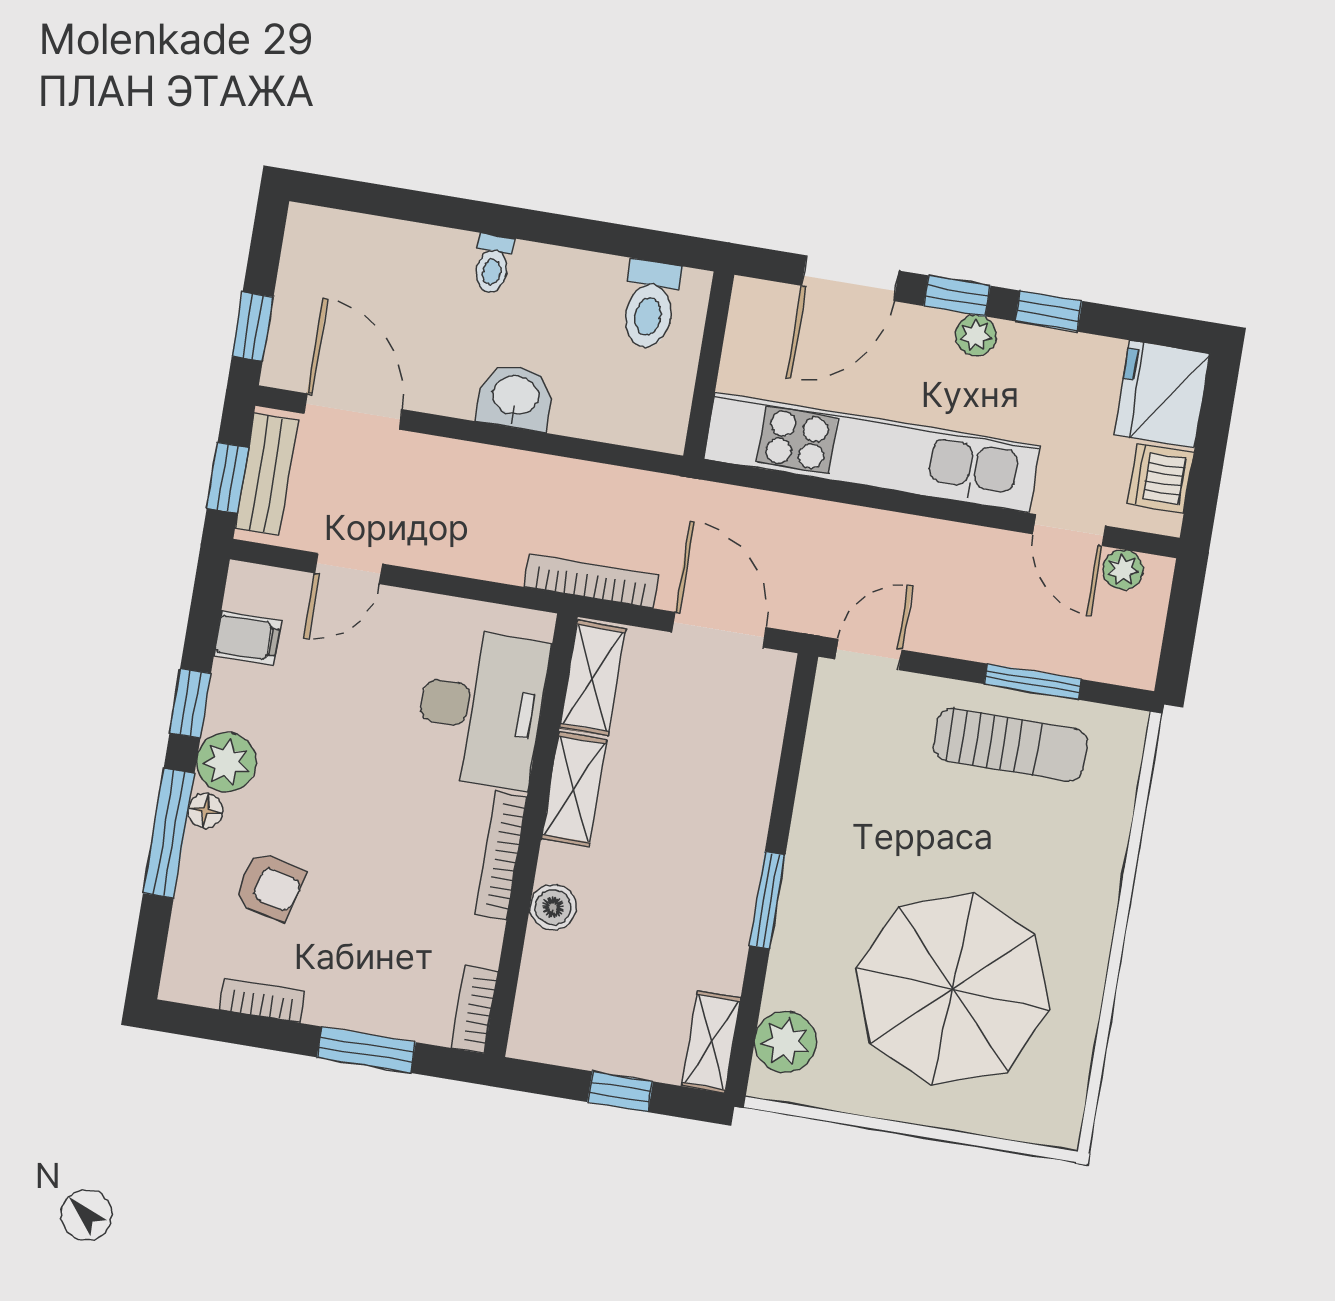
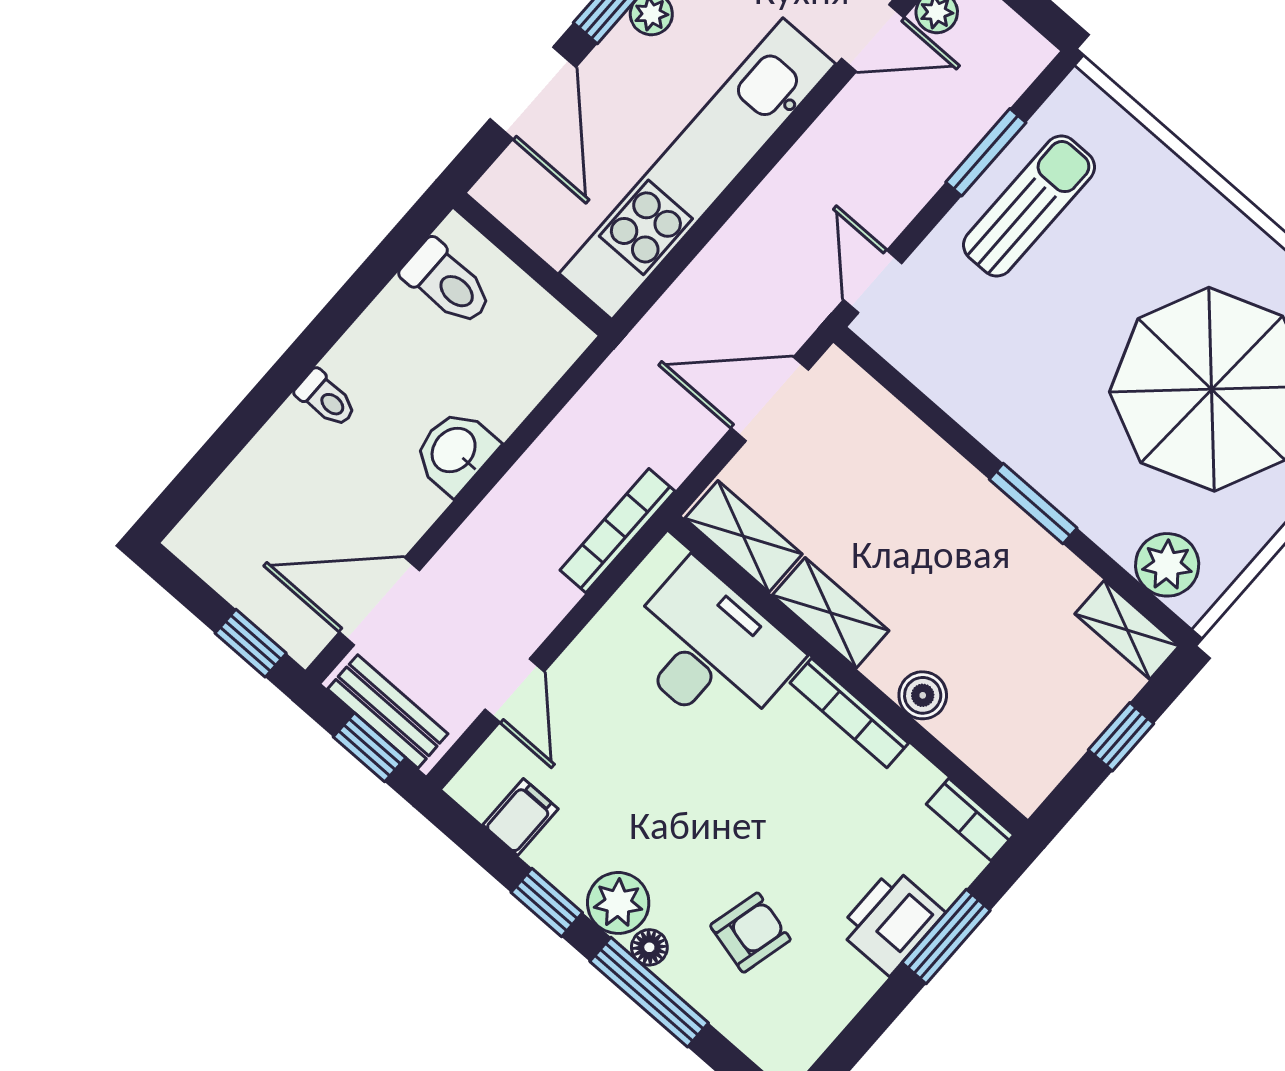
bookcase: (591, 581) -> (617, 531), moved
printer: (351, 997) -> (891, 921), added
bookcase: (263, 1000) -> (847, 1001), removed

